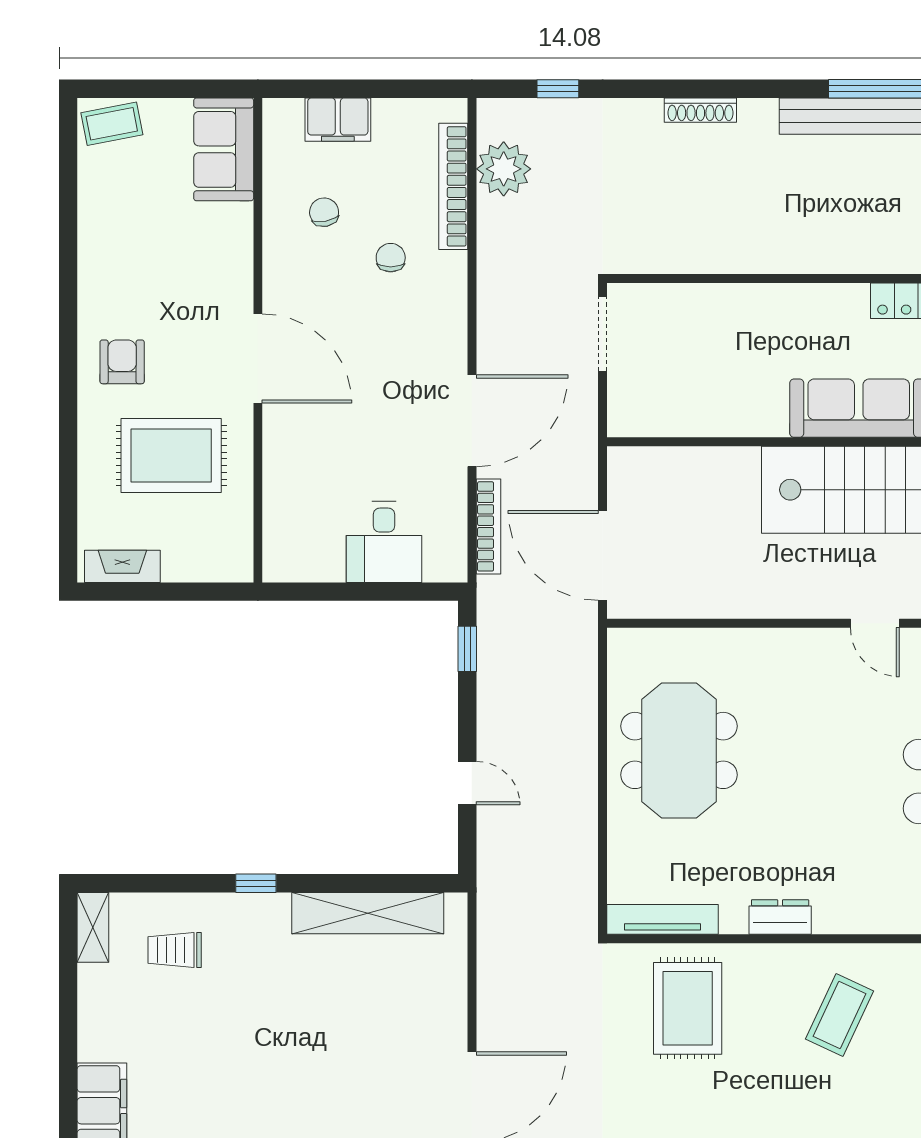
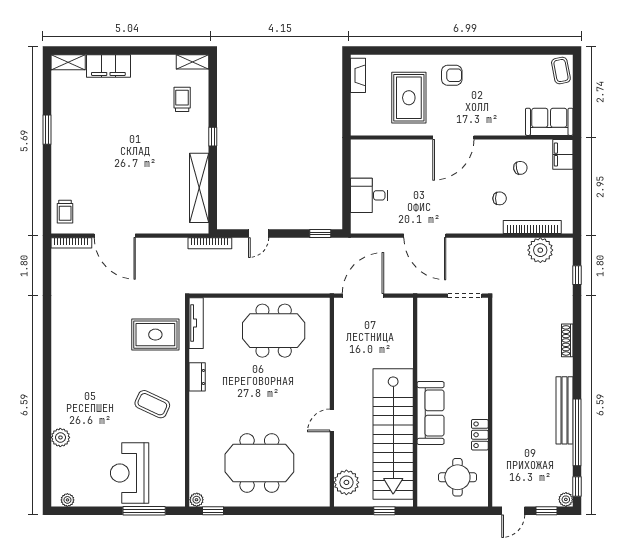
filing cabinet: (338, 120) -> (563, 154), moved
bookcase: (488, 526) -> (210, 243), moved

